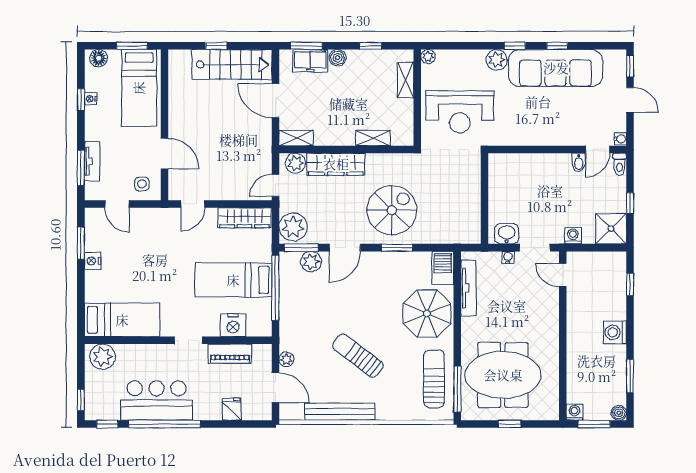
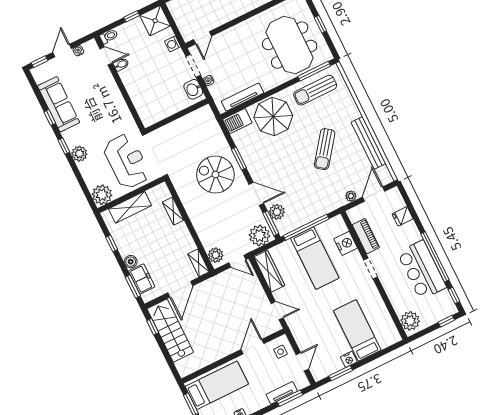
window: (216, 46) -> (153, 327), moved
plant: (428, 57) -> (102, 195), width x1.87, depth x1.87
sofa: (556, 68) -> (59, 104), width x0.74, depth x0.79
shelving: (406, 80) -> (130, 207), width x1.50, depth x1.33
water cooler: (620, 139) -> (78, 51), moved
wardrobe: (336, 164) -> (203, 228), removed
bed: (122, 320) -> (357, 330), moved

